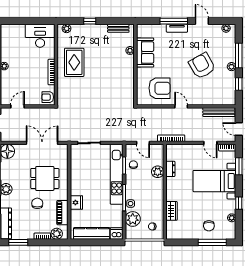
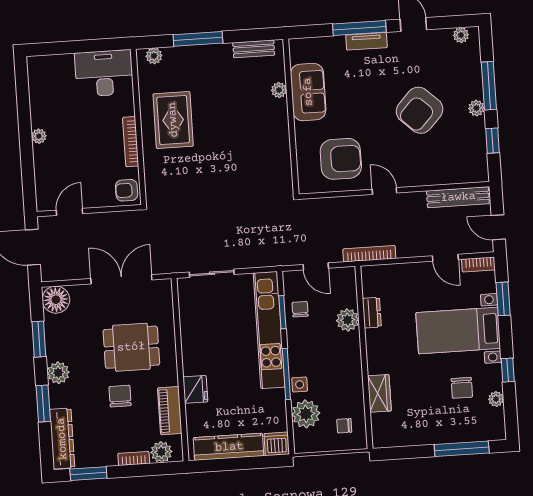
window: (90, 21) -> (198, 39), width x2.17
armchair: (202, 66) -> (420, 110), turned -108
chair: (209, 226) -> (462, 388), moved

